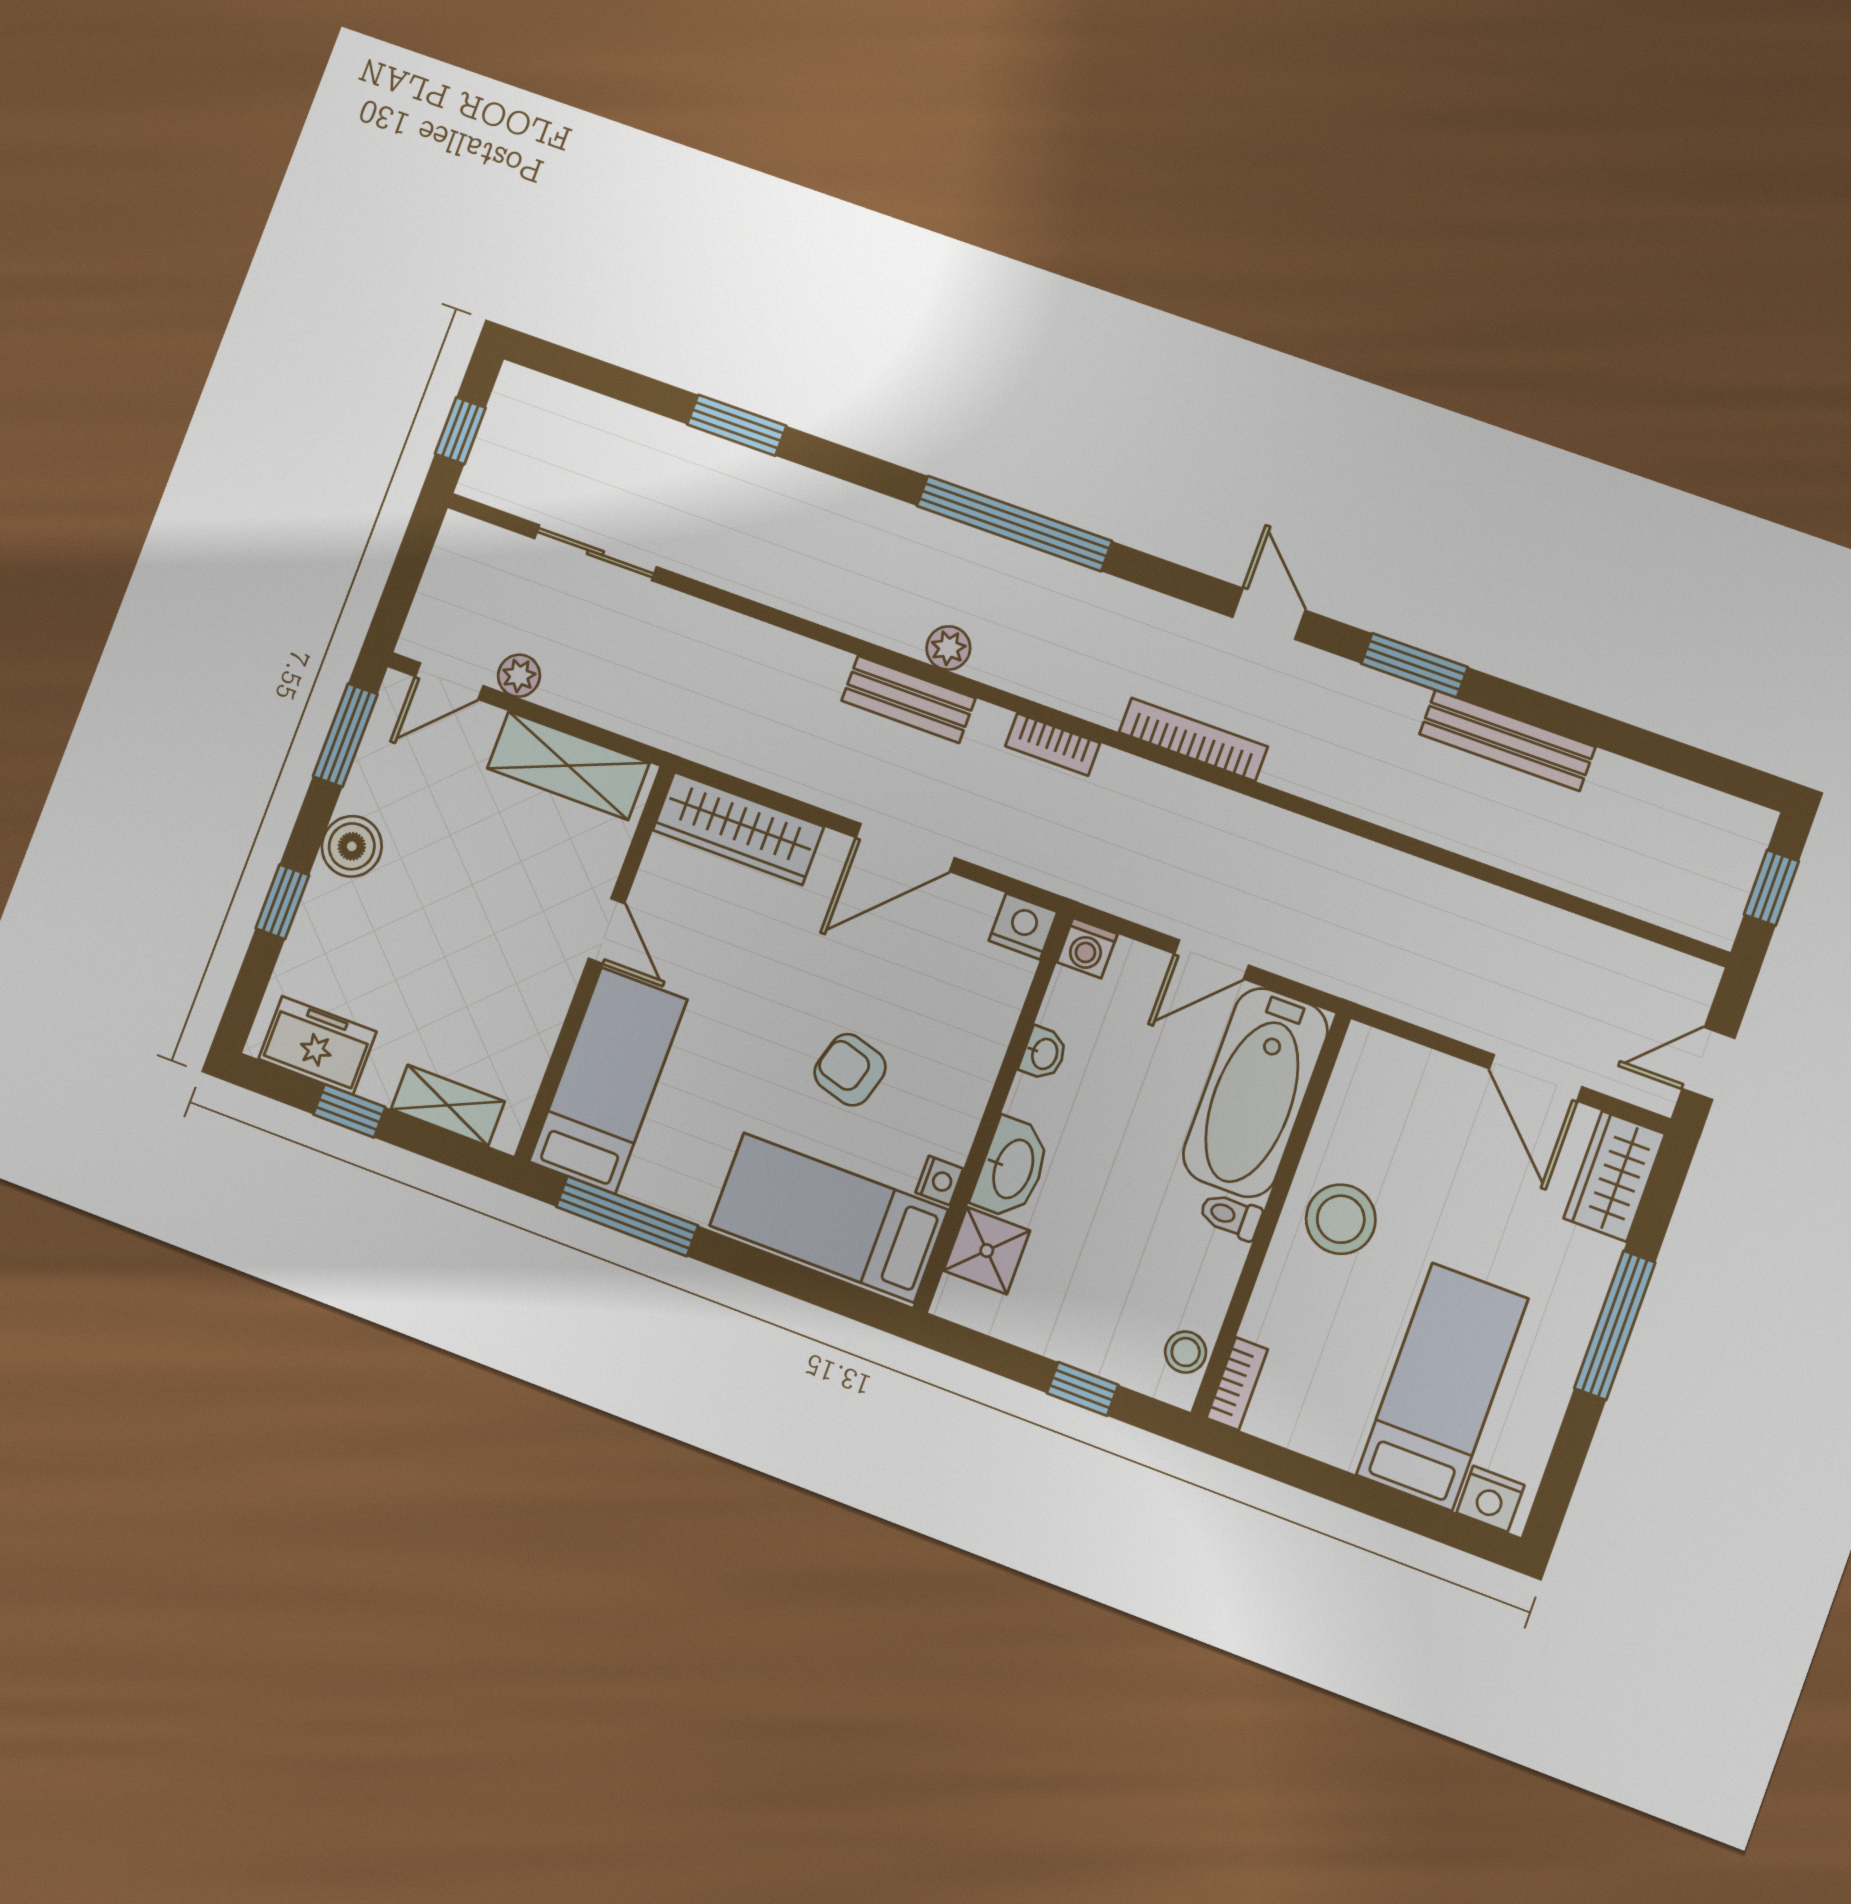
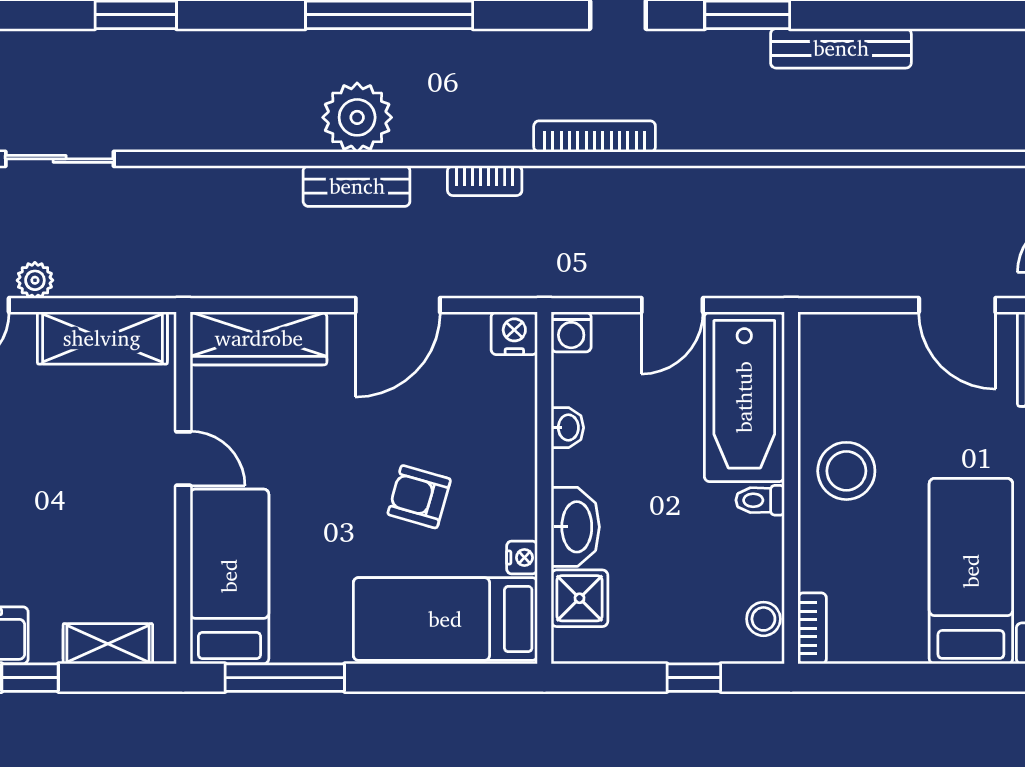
plant: (948, 648) -> (357, 117), width x1.88, depth x1.88

